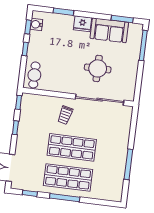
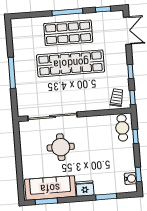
sofa: (109, 30) -> (50, 188), width x1.36
window: (143, 45) -> (20, 179), removed
window: (25, 49) -> (136, 136), moved
trolley: (65, 115) -> (117, 98), moved
shop shelf: (72, 147) -> (71, 63), width x1.40
window: (128, 164) -> (12, 73), moved

